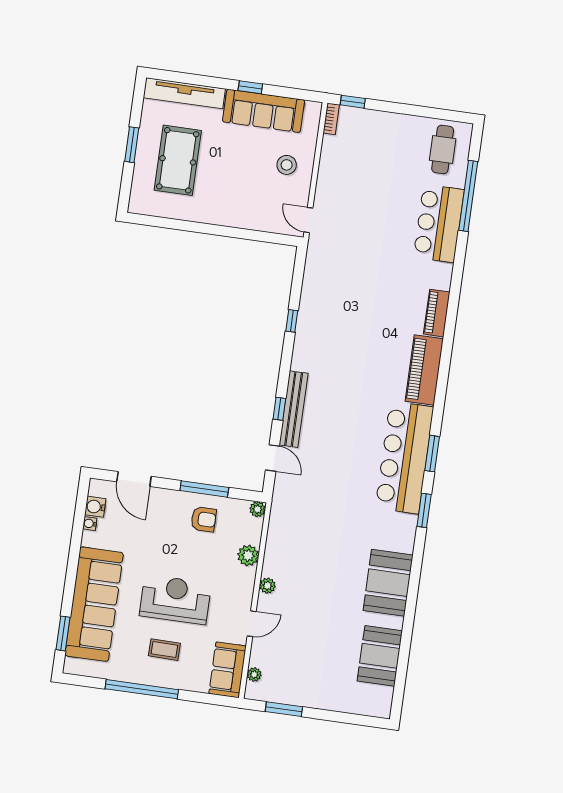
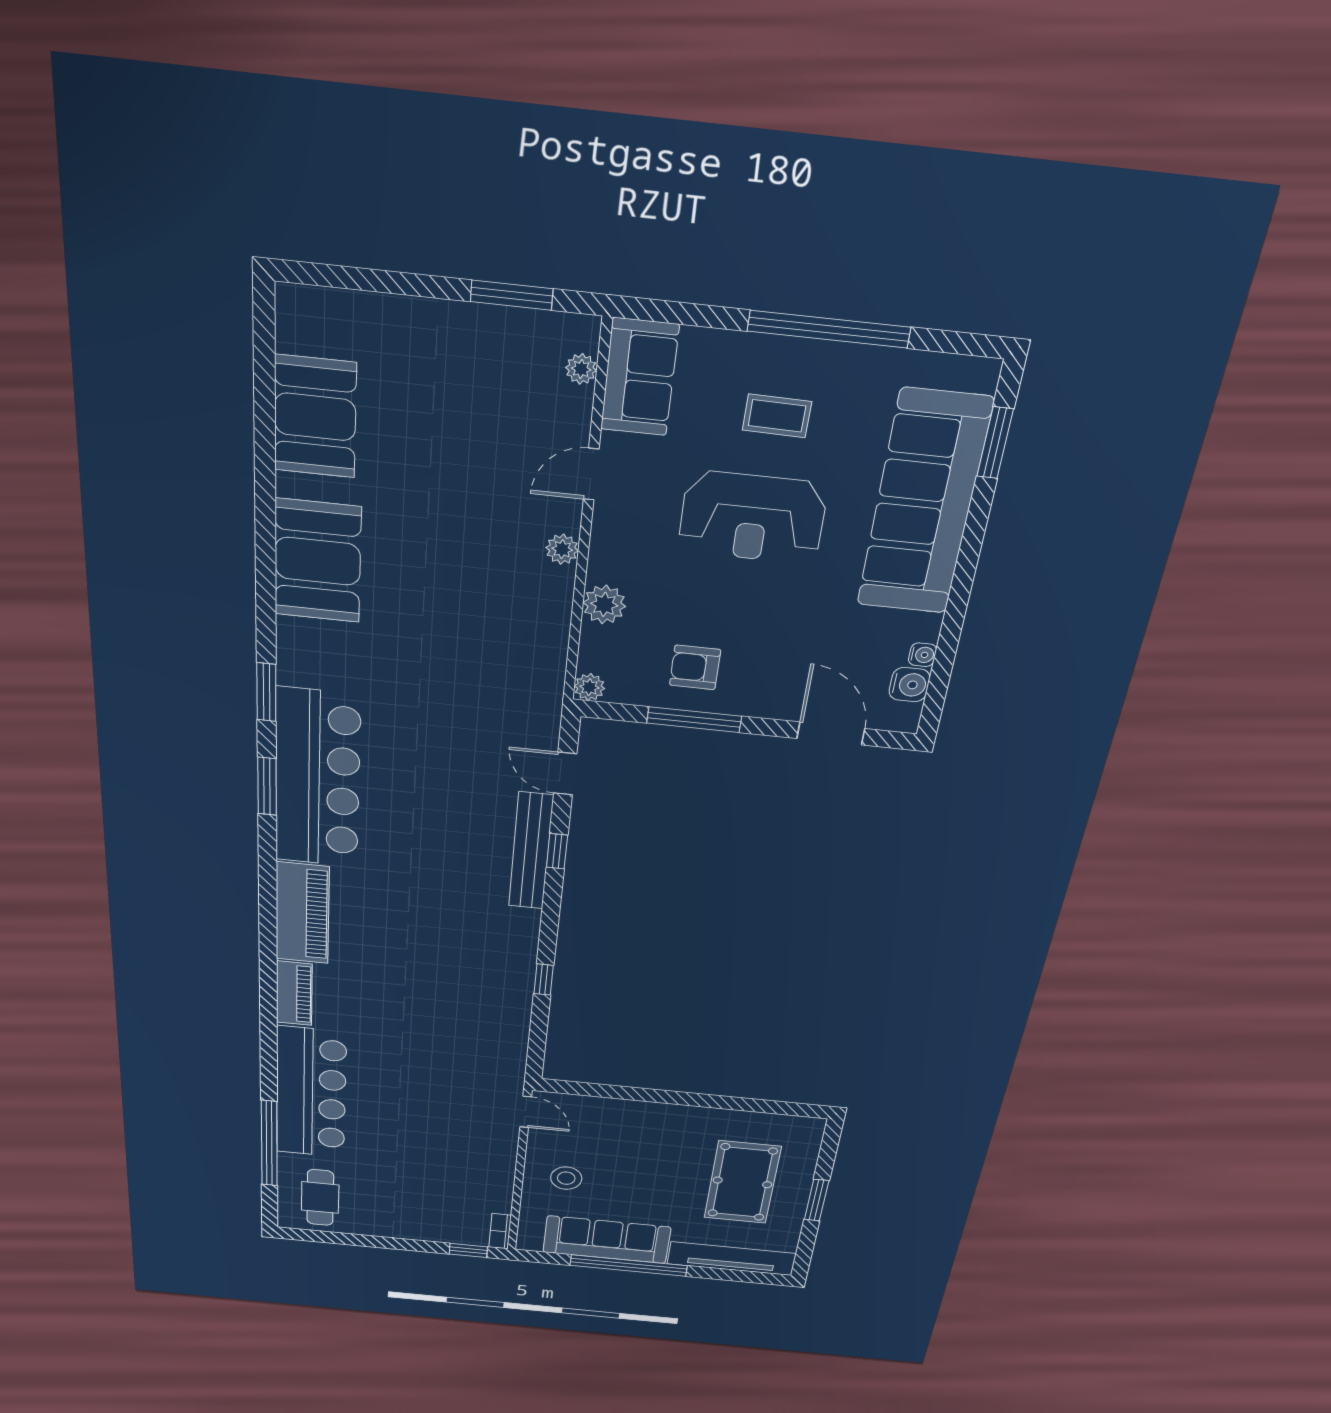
window: (250, 87) -> (629, 1266), width x3.17
bar counter: (439, 223) -> (311, 1093), width x1.36

